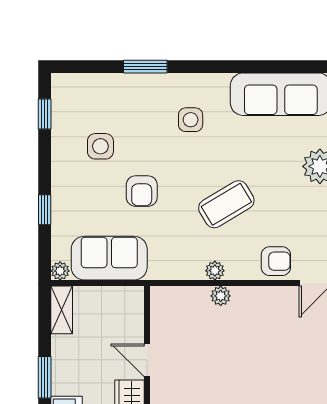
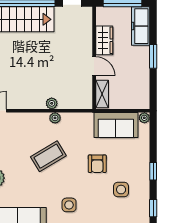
armchair: (142, 191) -> (97, 164), turned 180
window: (45, 210) -> (153, 171), moved
armchair: (276, 261) -> (20, 123), removed
shelving: (62, 310) -> (102, 94), moved

